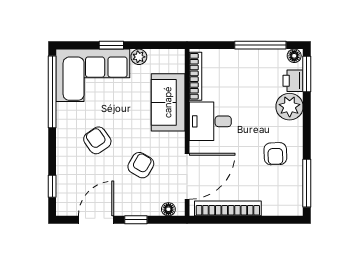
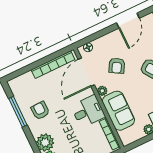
plant: (177, 140) -> (102, 91), added
window: (307, 183) -> (18, 112), moved
window: (136, 220) -> (104, 32), removed

